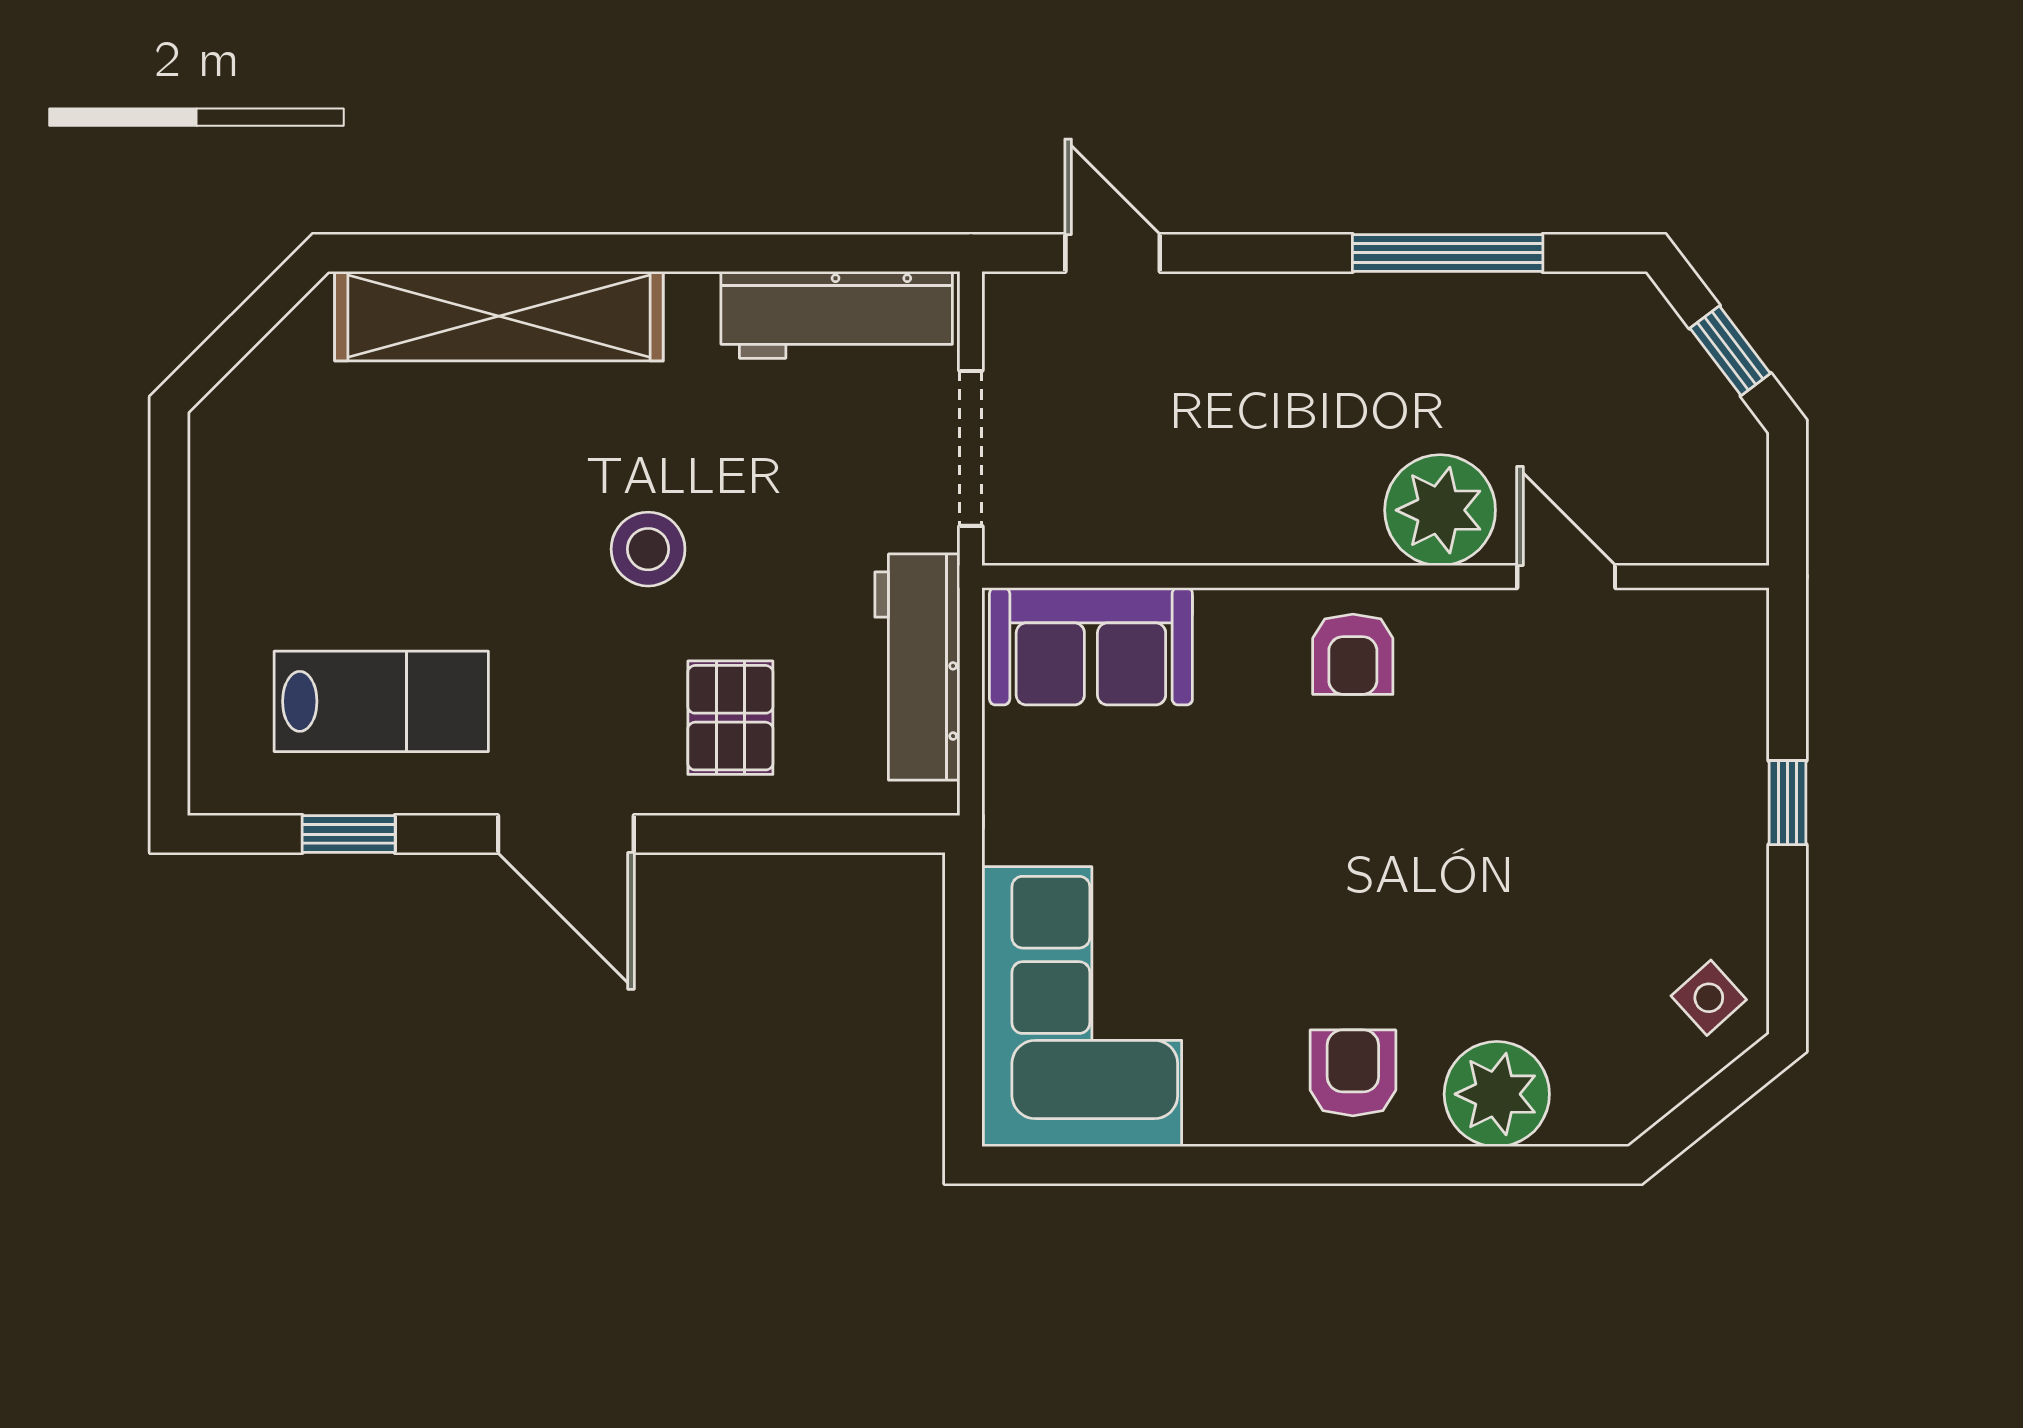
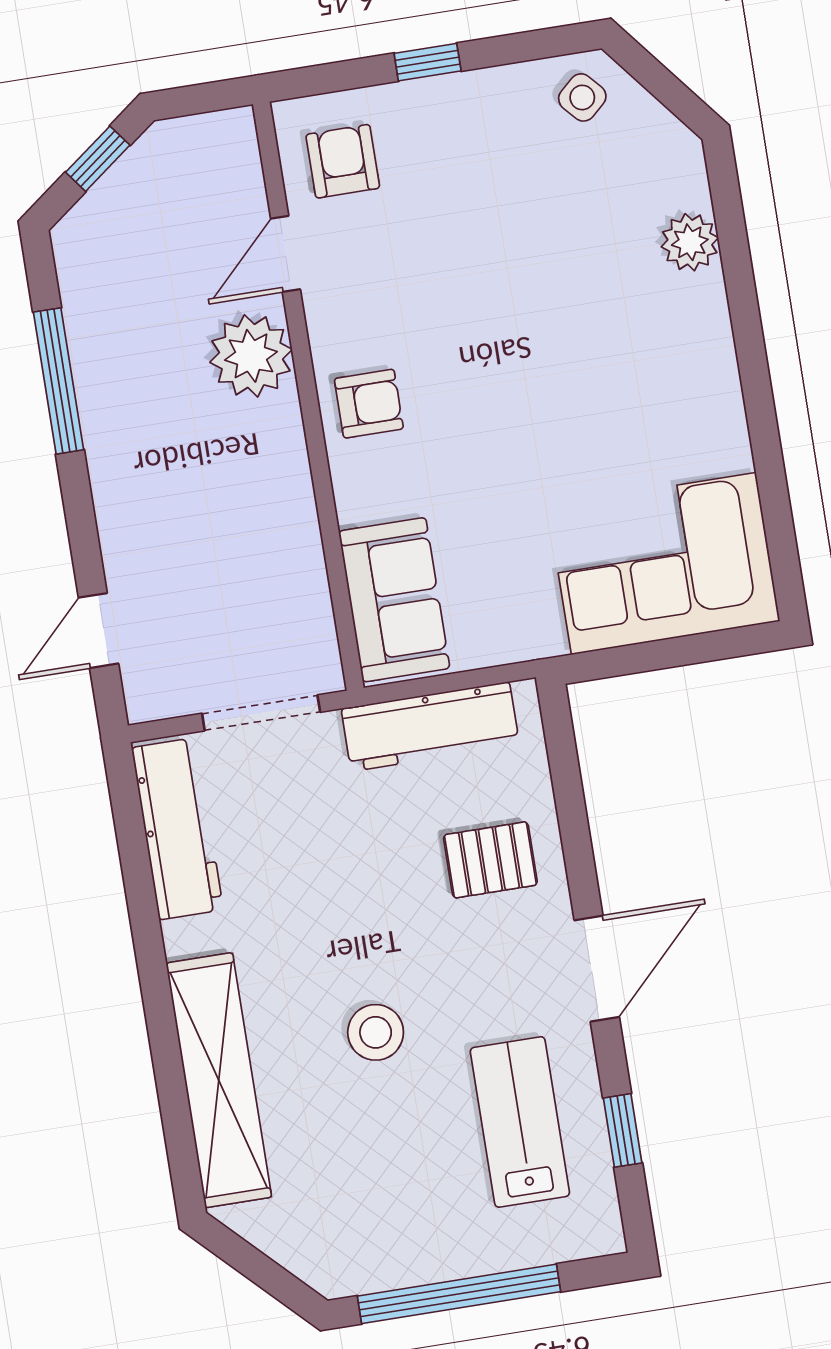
stool: (648, 549) -> (376, 1032), moved
window: (169, 586) -> (459, 1294), added
armchair: (1353, 1073) -> (343, 161), moved, turned 90
plant: (1497, 1094) -> (690, 242), width x0.73, depth x0.73

